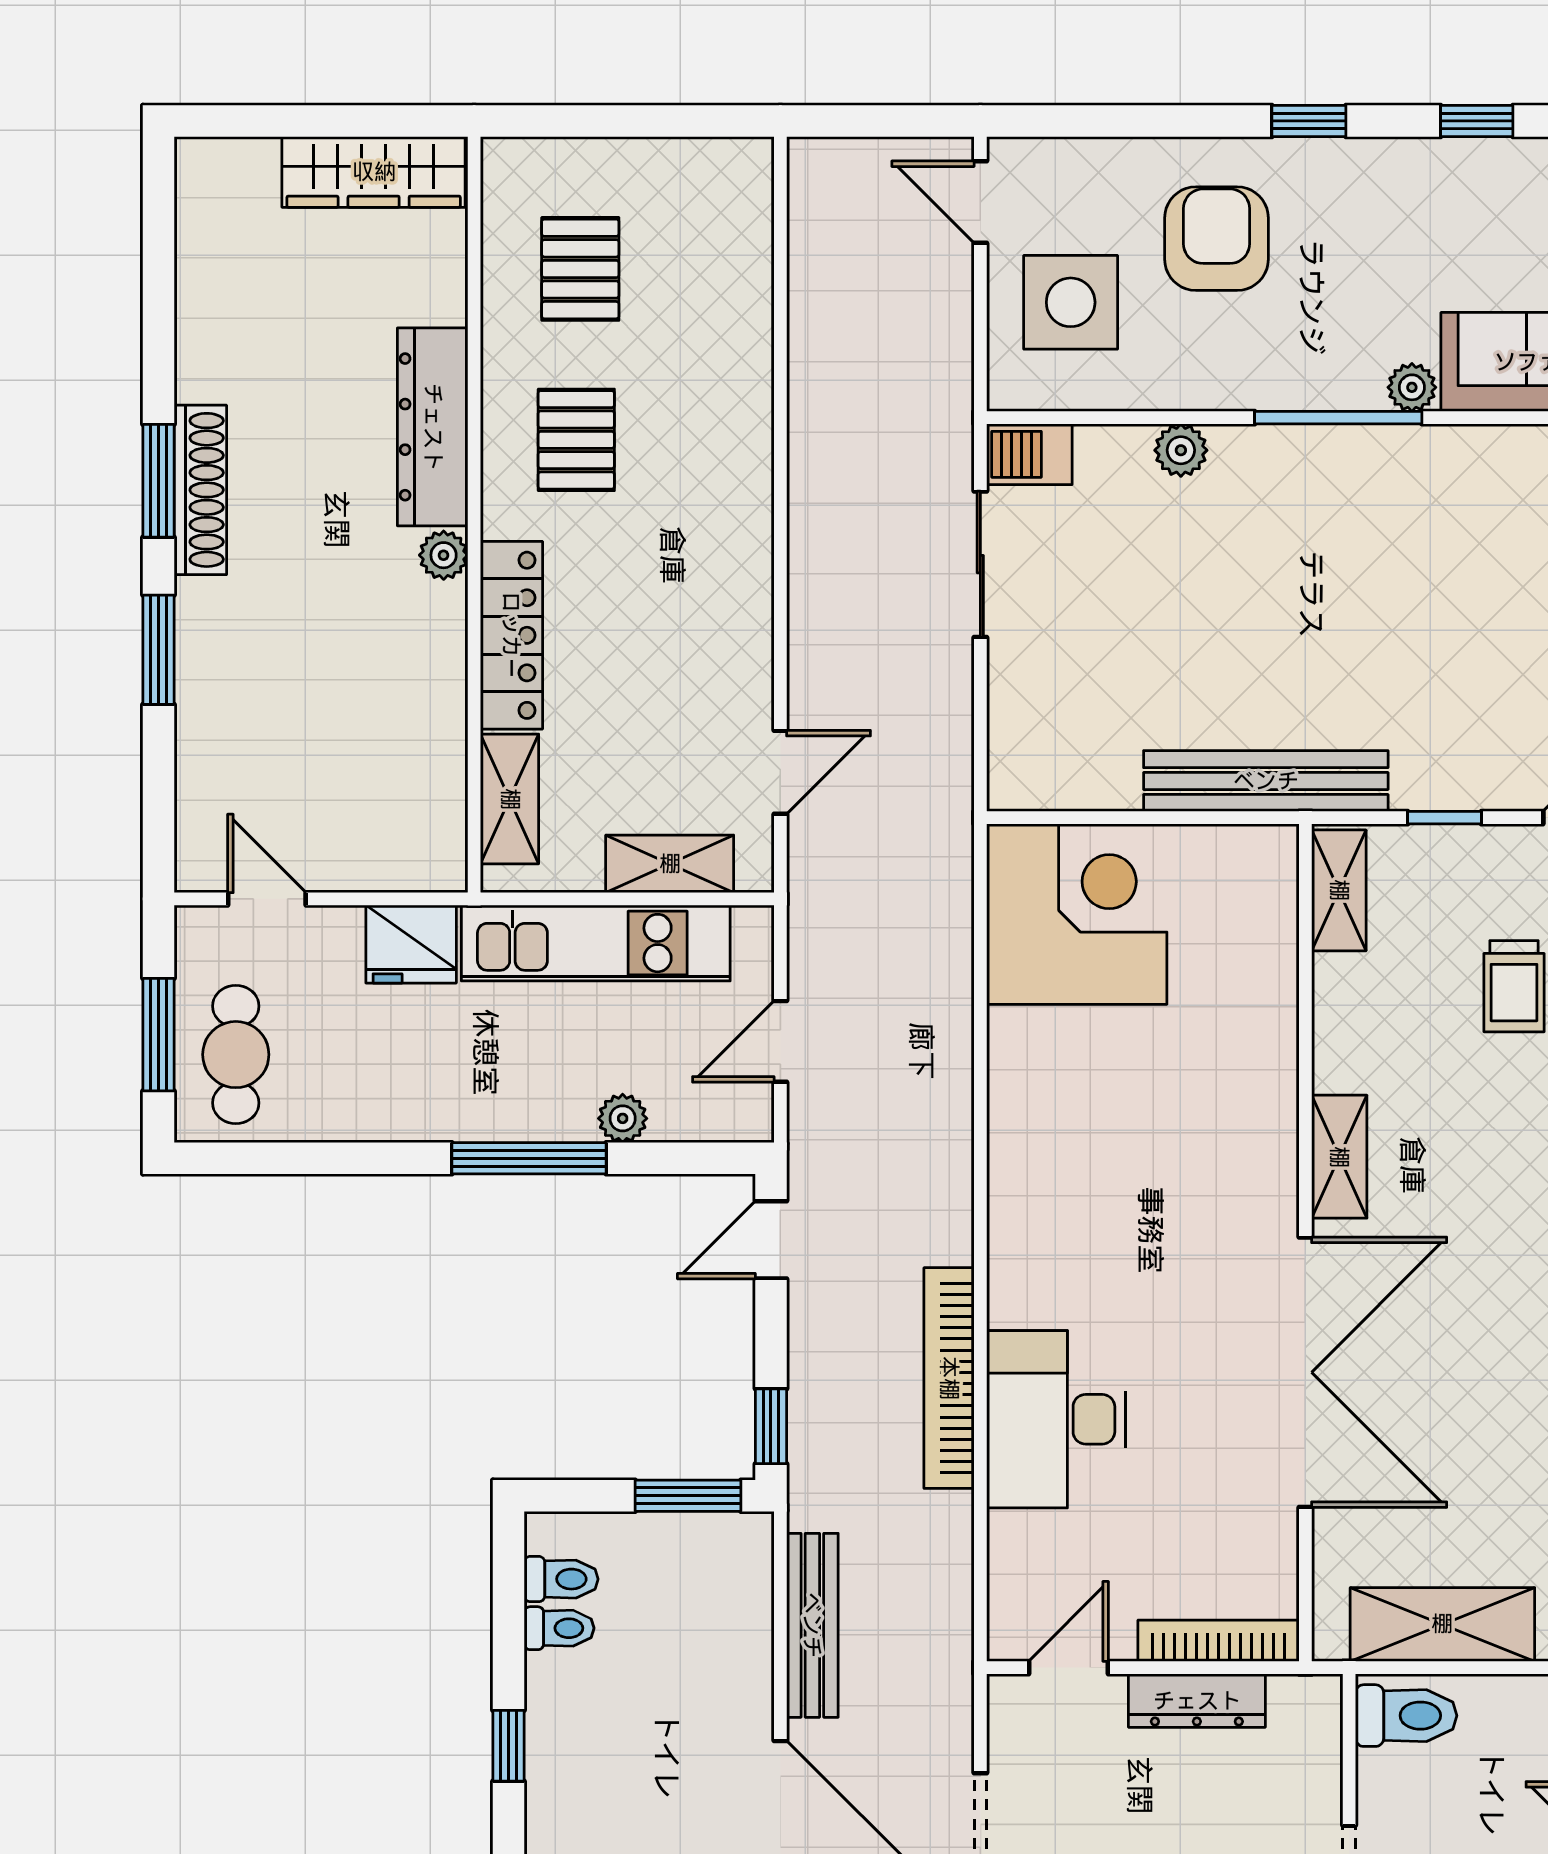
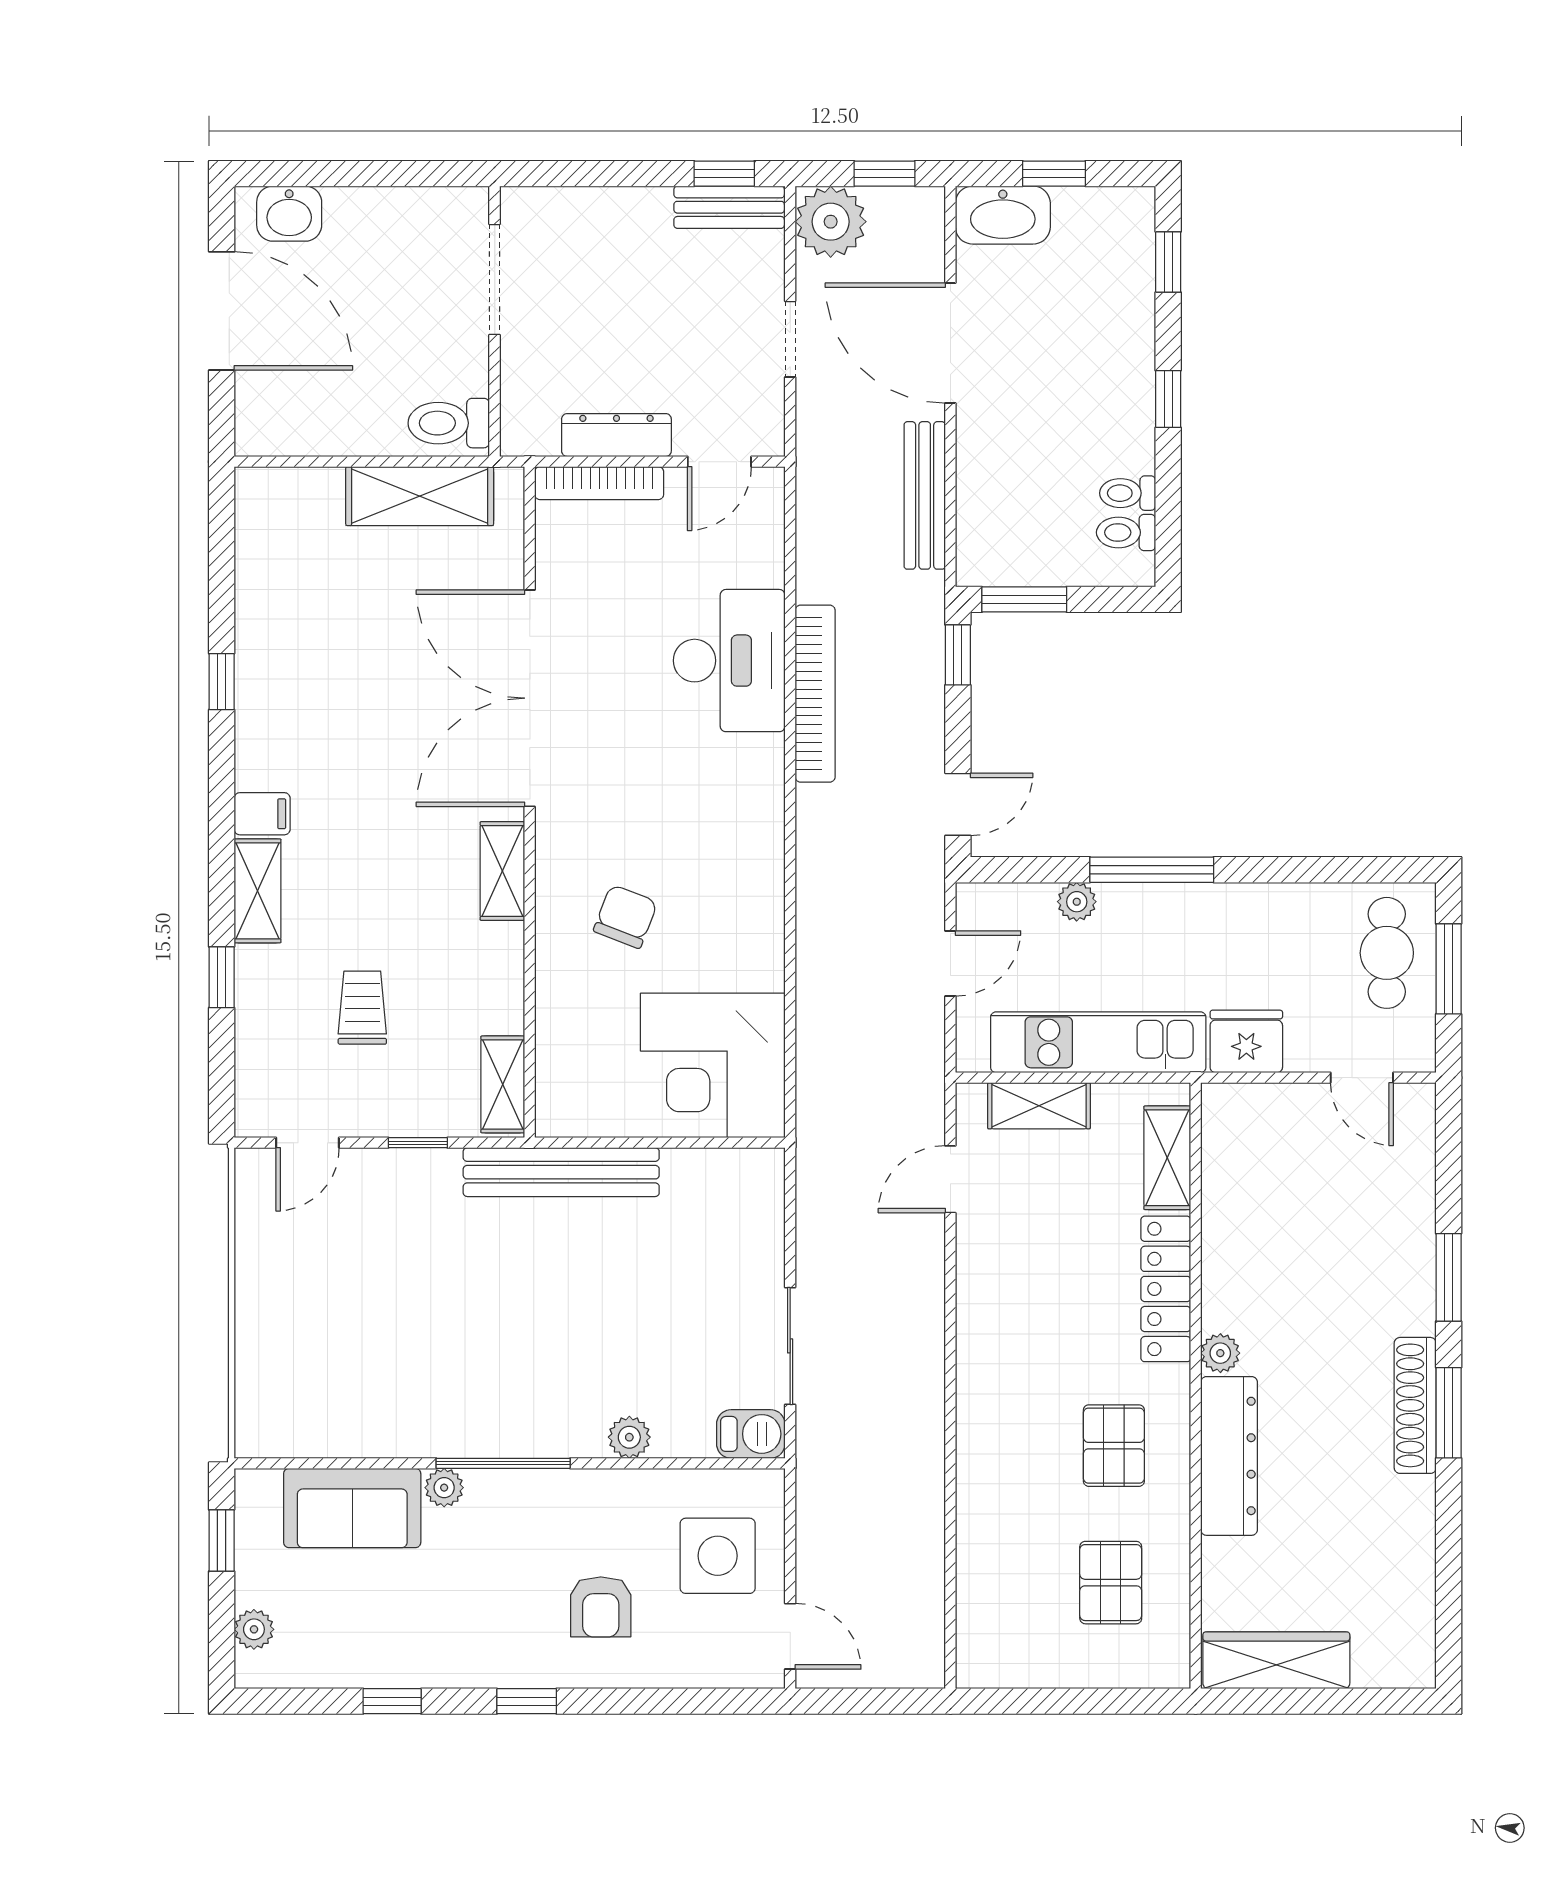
armchair: (1216, 239) -> (601, 1607), width x0.72, depth x0.72
chair: (1186, 1100) -> (625, 916), added

